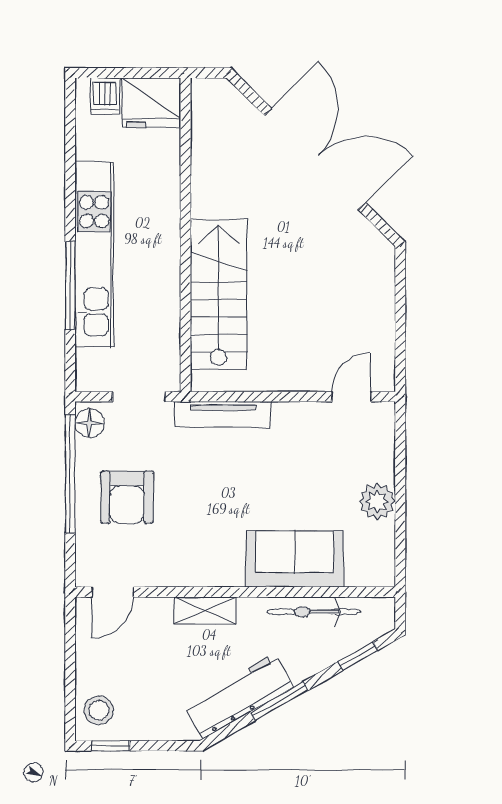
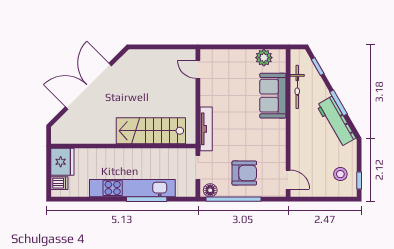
plant: (377, 501) -> (264, 58), moved
shelving: (205, 611) -> (297, 137), removed
stool: (99, 710) -> (340, 174), moved

